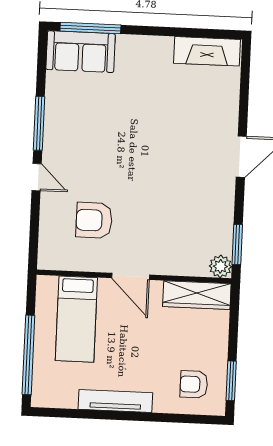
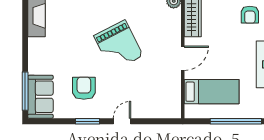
window: (39, 123) -> (88, 121), width x0.69
grand piano: (155, 177) -> (119, 46), added
armchair: (94, 220) -> (84, 88), moved, turned 180

